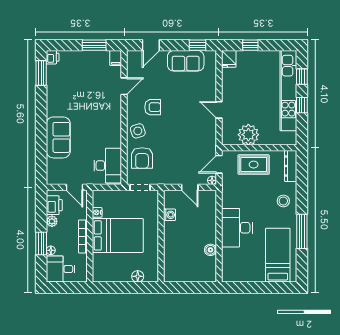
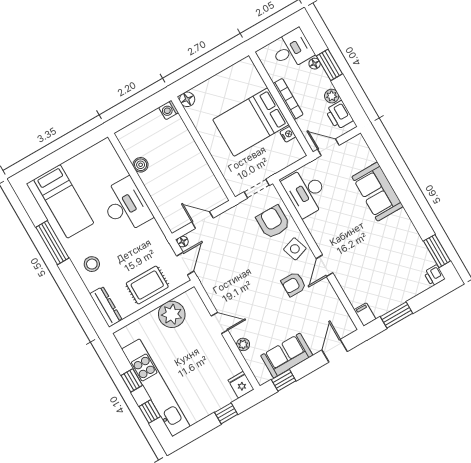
door: (124, 86) -> (325, 266), moved
plant: (211, 86) -> (243, 344), added
washing machine: (169, 215) -> (169, 110), moved
floor lamp: (138, 276) -> (187, 99), moved

